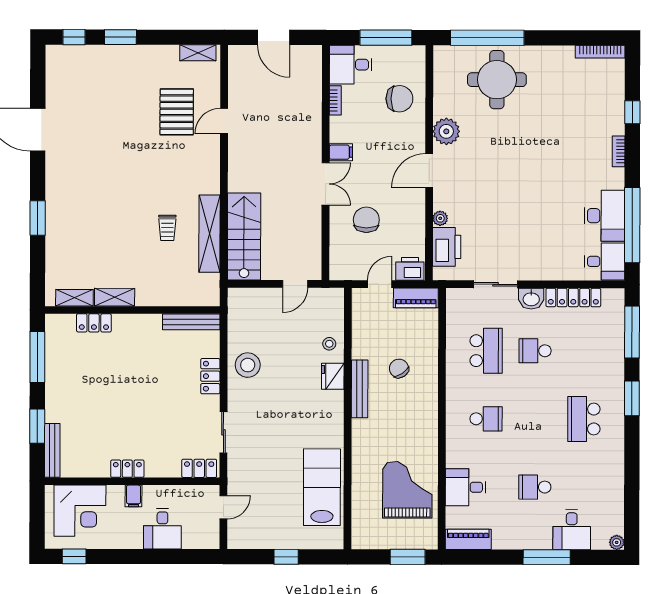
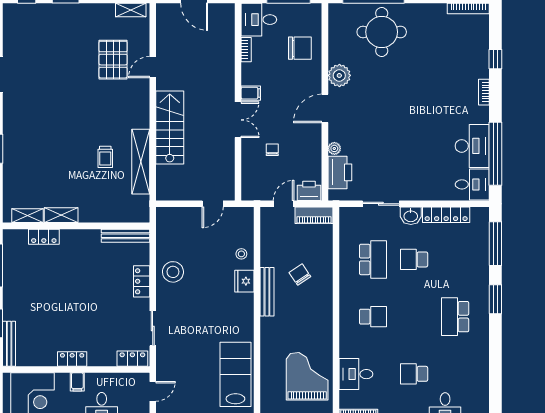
chair: (366, 220) -> (272, 150), width x0.54, depth x0.54
stairs: (244, 236) -> (170, 127), moved

